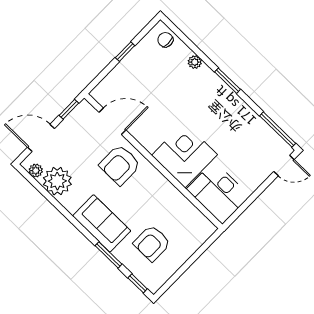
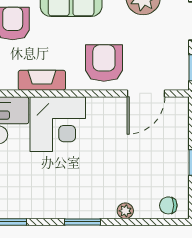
chair: (165, 40) -> (168, 205), turned 180
fireplace: (168, 191) -> (42, 80), added

